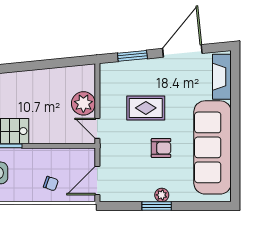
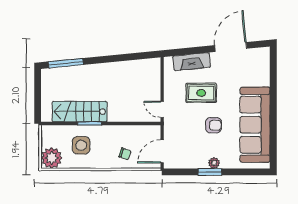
window: (132, 56) -> (190, 51), removed
fireplace: (222, 77) -> (192, 62), moved, turned -96
plant: (83, 103) -> (151, 89), removed

